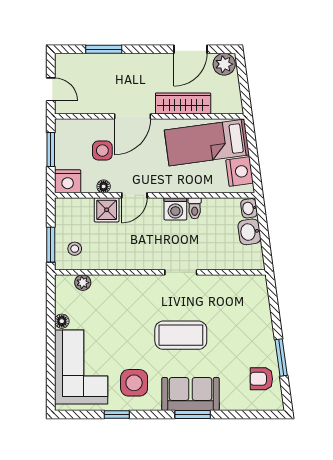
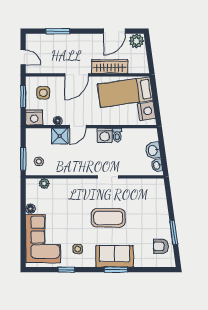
side table: (102, 151) -> (43, 93), moved
washbasin: (249, 208) -> (157, 165), moved
side table: (134, 383) -> (78, 249), width x0.54, depth x0.54

